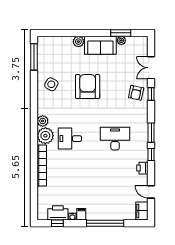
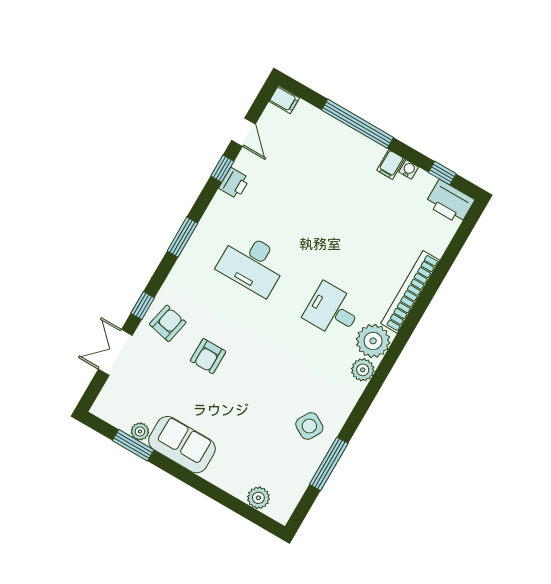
plant: (78, 42) -> (258, 498), moved
window: (34, 57) -> (329, 464), moved
double door: (151, 68) -> (115, 352), swing flipped
armchair: (88, 87) -> (208, 356), moved, width x0.53, depth x0.53
desk: (70, 139) -> (332, 310), turned 180
window: (151, 155) -> (222, 169), moved
filing cabinet: (142, 211) -> (284, 100), width x0.50
printer: (58, 213) -> (450, 202), moved

